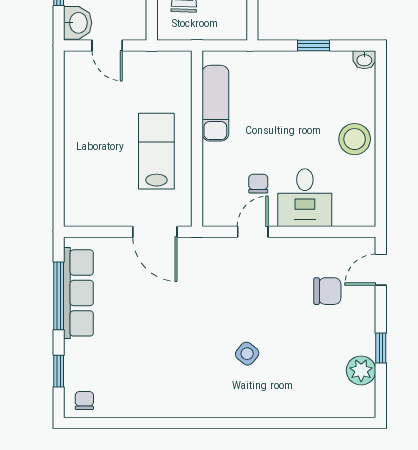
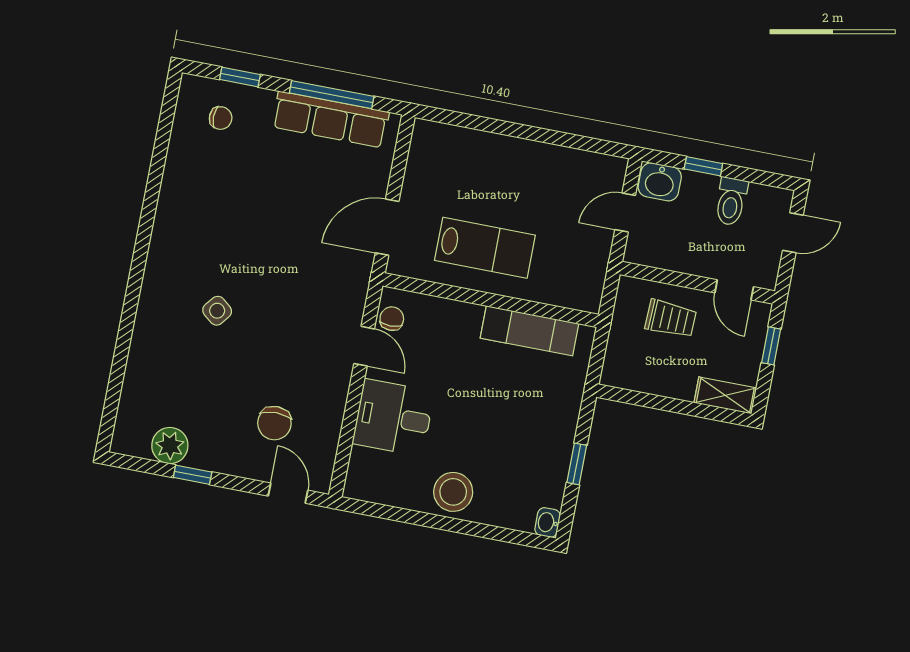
chair: (258, 184) -> (392, 319), moved, turned -90
chair: (84, 400) -> (221, 118), moved

